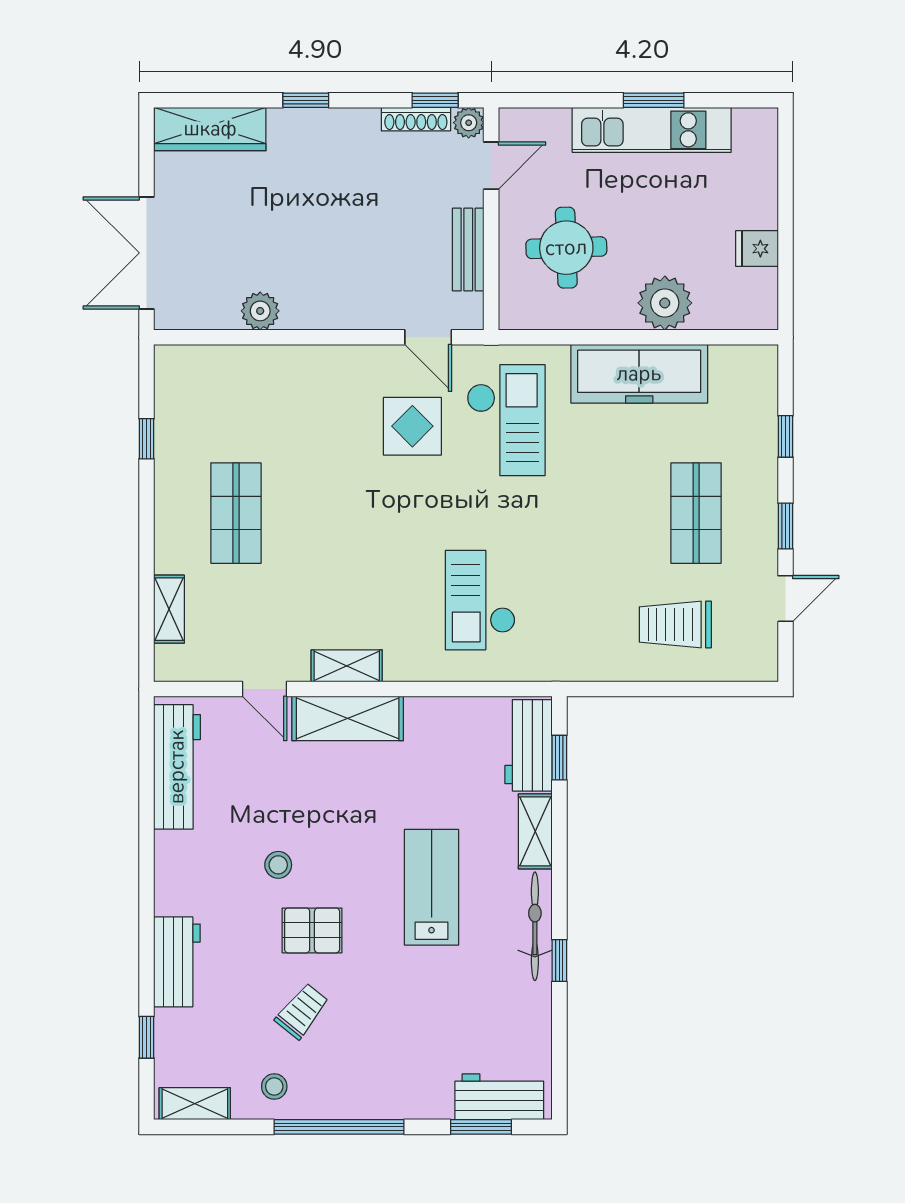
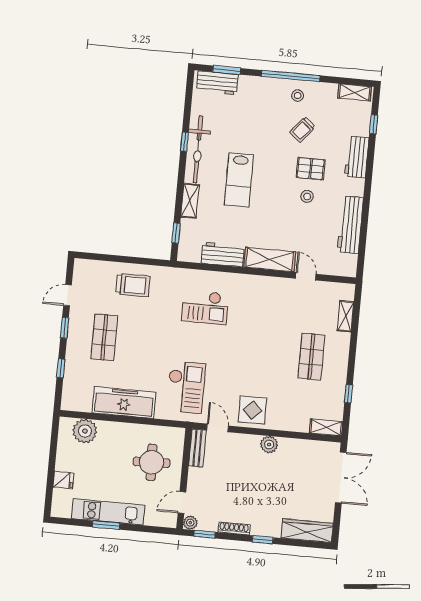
shoe rack: (416, 119) -> (234, 528), moved
bench: (468, 249) -> (197, 448), moved
fridge: (757, 249) -> (63, 480), moved
plant: (665, 303) -> (85, 431), moved
plant: (260, 311) -> (269, 444), moved
checkout: (506, 420) -> (186, 387), turned 180
display table: (412, 426) -> (253, 410), moved
checkout: (480, 600) -> (205, 307), turned 90
trolley: (675, 625) -> (133, 285), moved
shelving: (347, 666) -> (326, 427), moved
workbench: (529, 745) -> (223, 255), moved, turned -90
workbench: (177, 767) -> (350, 225), moved
bicycle: (535, 926) -> (198, 149), width x1.37, depth x1.40
pallet: (312, 930) -> (311, 169), moved
stool: (274, 1086) -> (298, 96), moved

